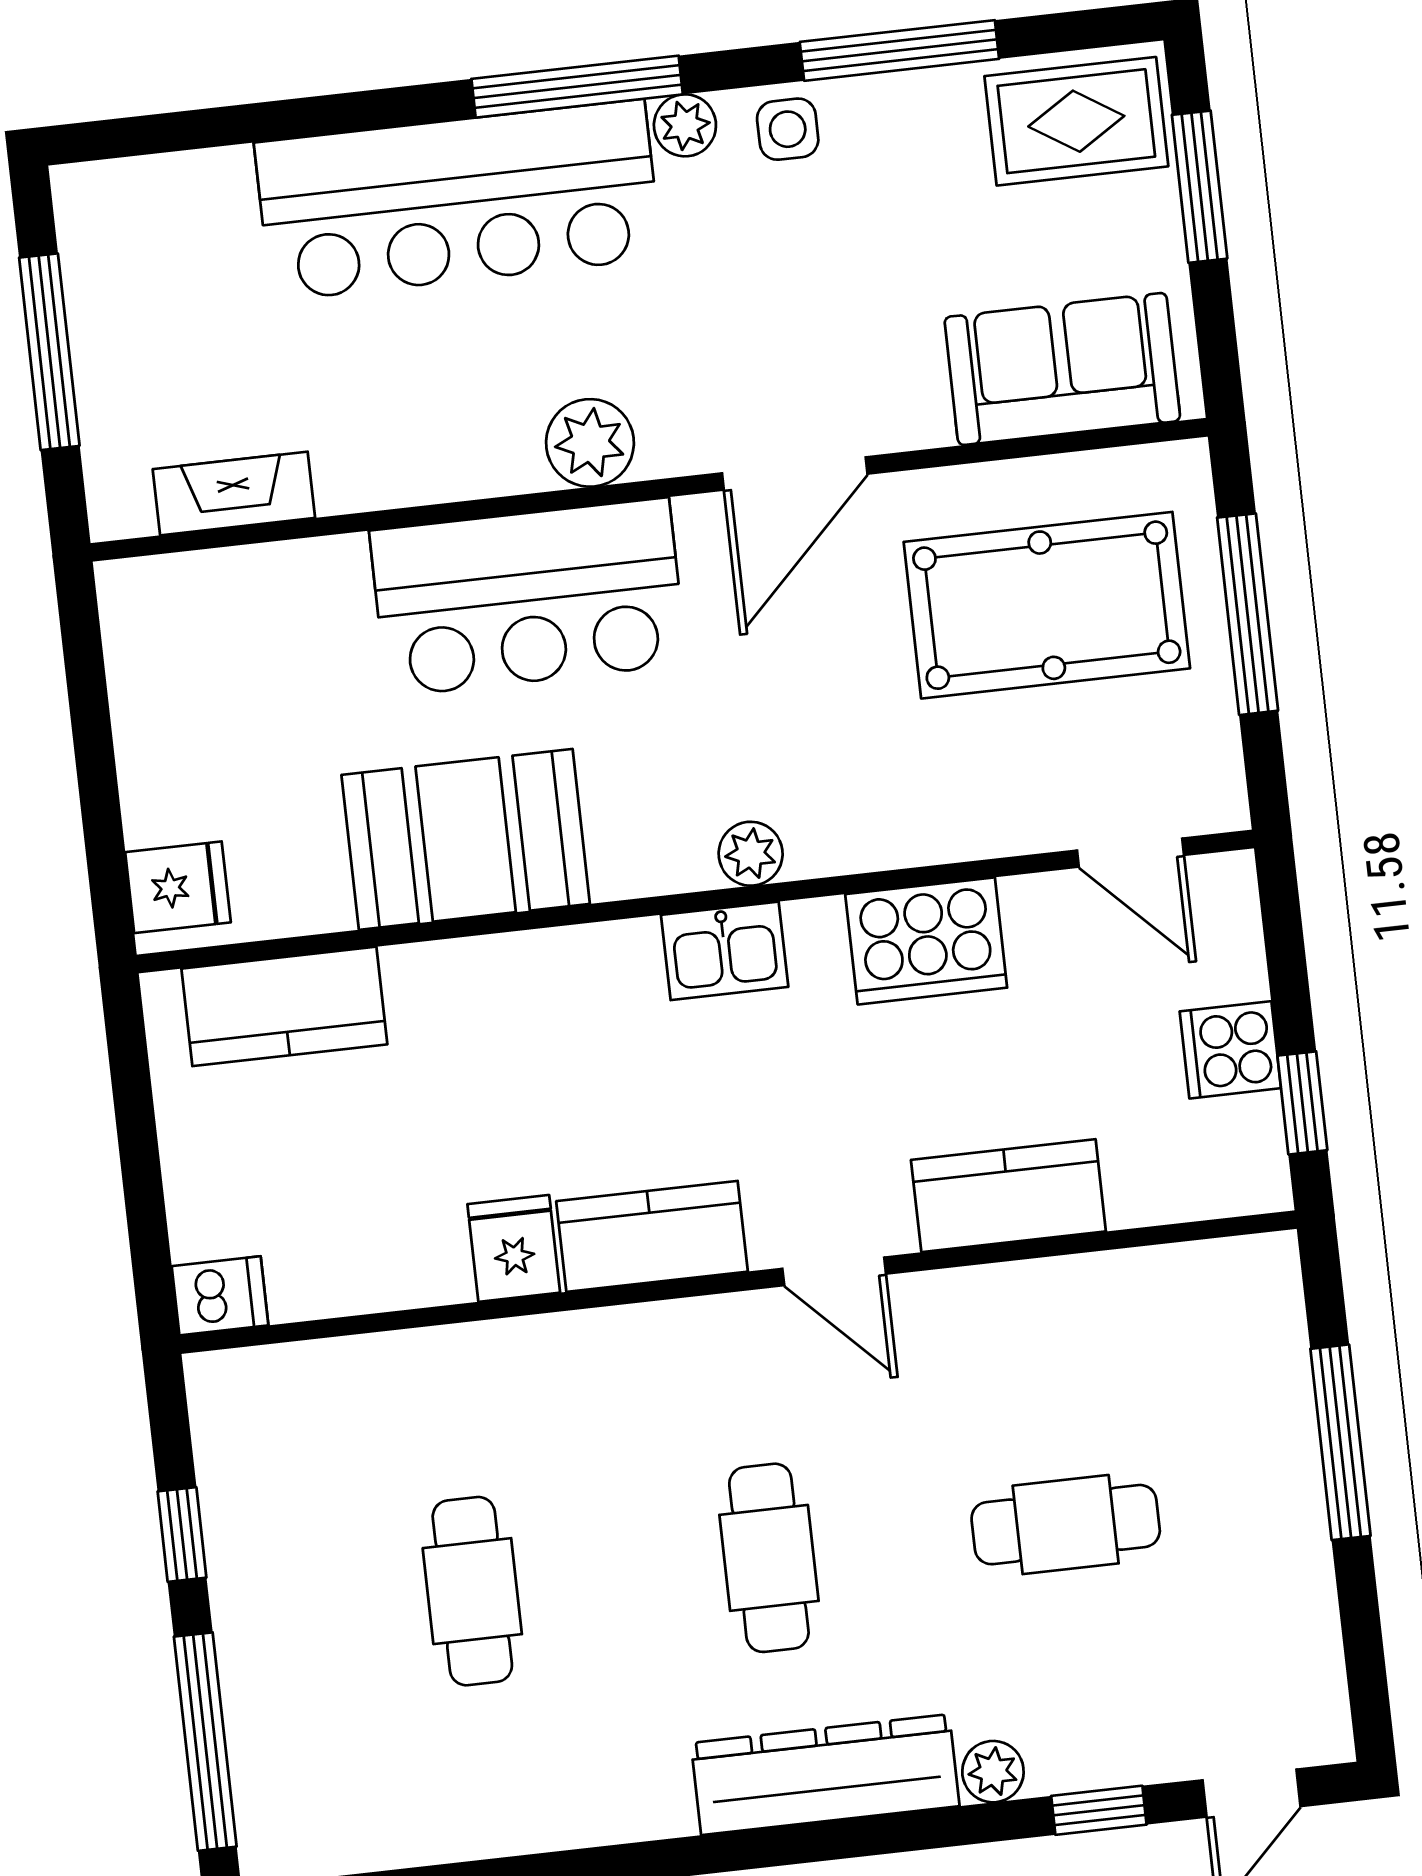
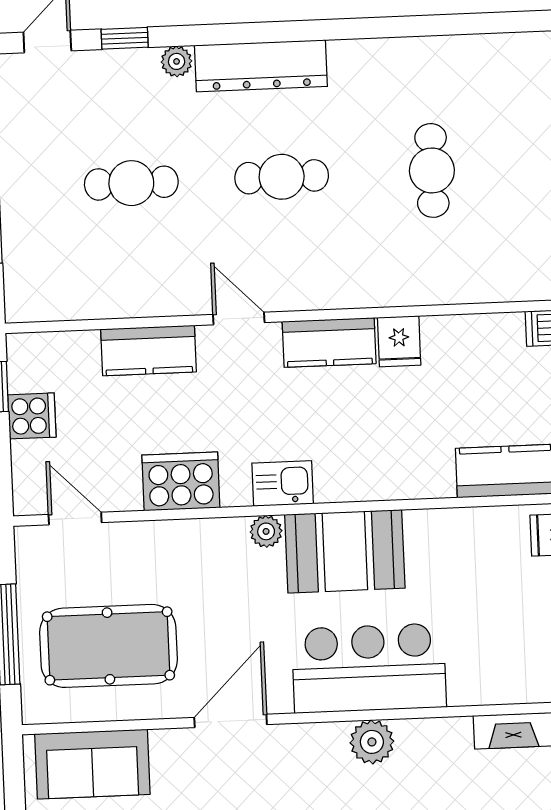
plant: (590, 443) -> (372, 742), moved
booth: (466, 839) -> (345, 551), moved
cafe table: (769, 1558) -> (282, 177), turned 90

